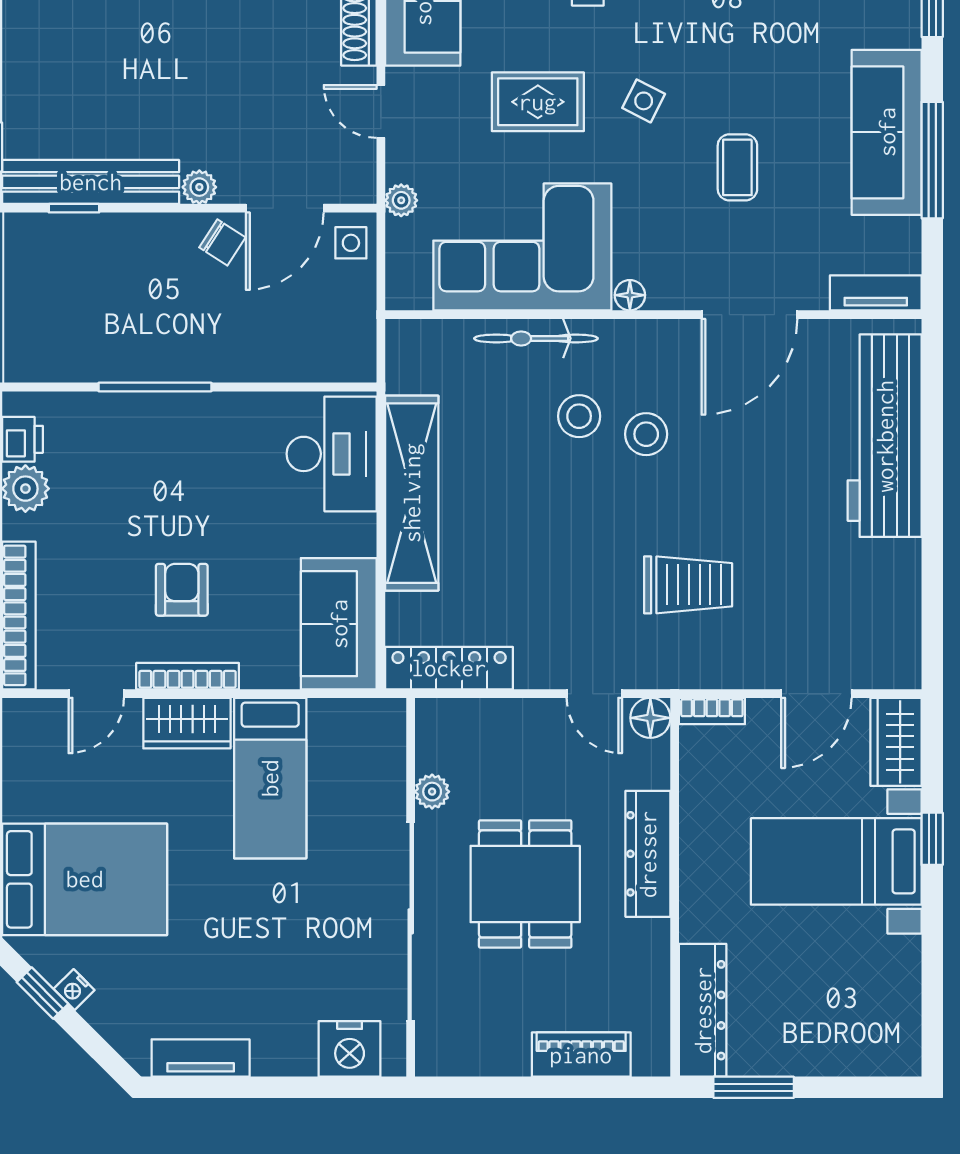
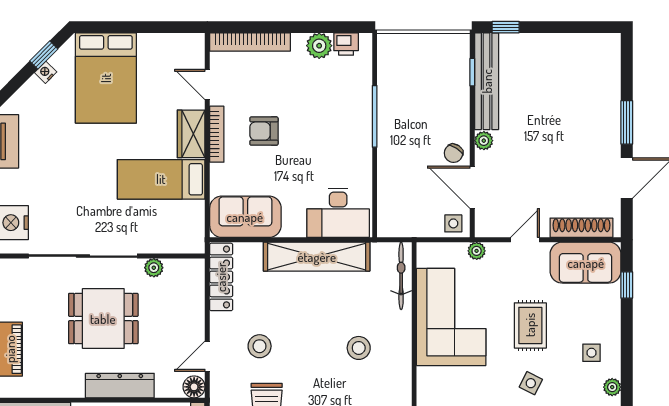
floor lamp: (630, 295) -> (425, 376), removed
bicycle: (536, 338) -> (401, 276), moved
stool: (646, 434) -> (260, 346), moved
armchair: (182, 590) -> (264, 131), turned 180

